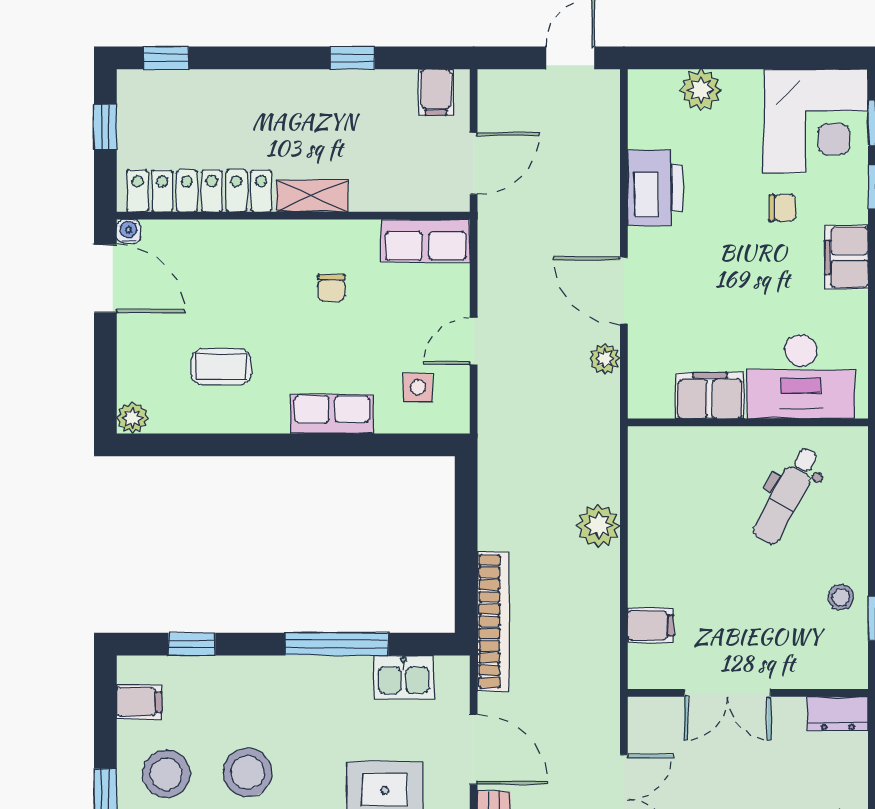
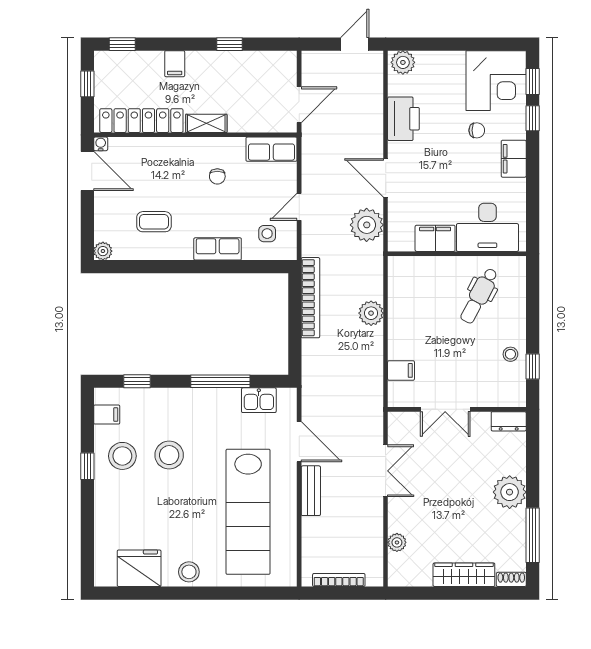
plant: (701, 90) -> (403, 62), moved
filing cabinet: (436, 92) -> (175, 64), moved
plant: (605, 359) -> (367, 225), width x1.87, depth x1.87
bookcase: (493, 621) -> (310, 298), moved

